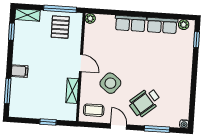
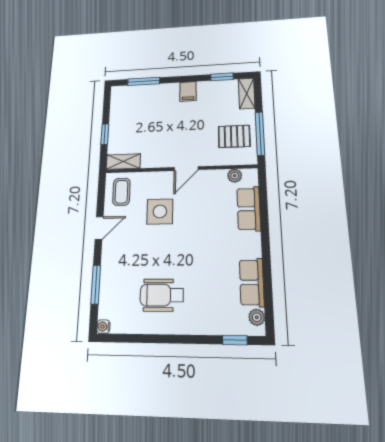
plant: (90, 18) -> (235, 176), moved
row of seats: (130, 23) -> (249, 209), moved
filing cabinet: (20, 71) -> (188, 91), moved
side table: (110, 83) -> (160, 211), turned -38
shelving: (72, 91) -> (123, 162), moved
wheelchair: (145, 102) -> (162, 295), moved, turned -50

